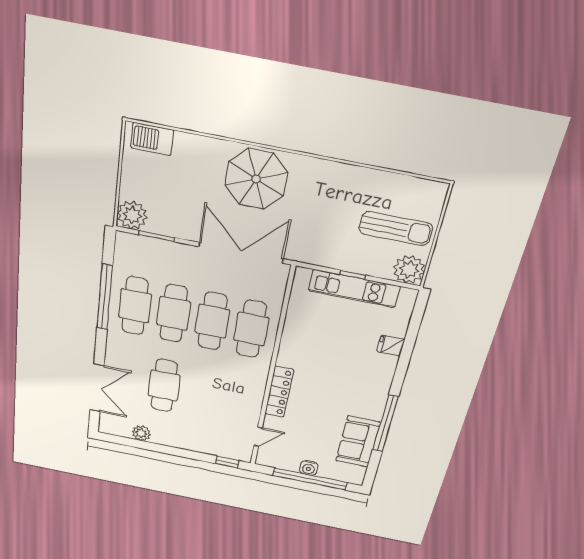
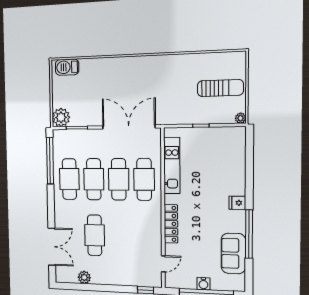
parasol: (256, 179) -> (130, 77), removed
plant: (409, 269) -> (241, 118), width x0.53, depth x0.53
kitchen unit: (354, 289) -> (172, 166), moved, turned -90
window: (105, 297) -> (50, 161), moved
fridge: (391, 346) -> (237, 203), moved

